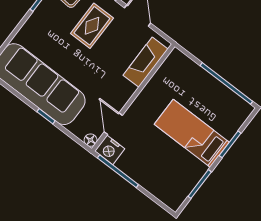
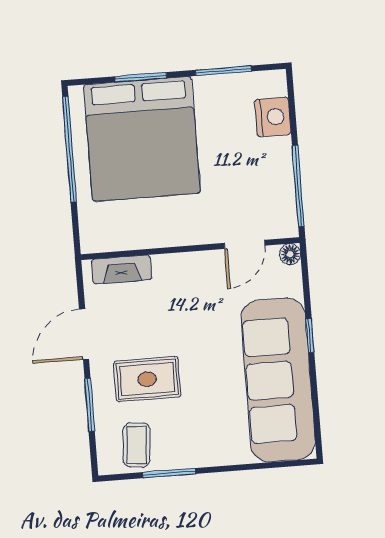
fireplace: (146, 62) -> (122, 270), width x0.73, depth x0.76
bed: (192, 133) -> (142, 139), width x2.04
nightstand: (110, 150) -> (273, 117), moved

